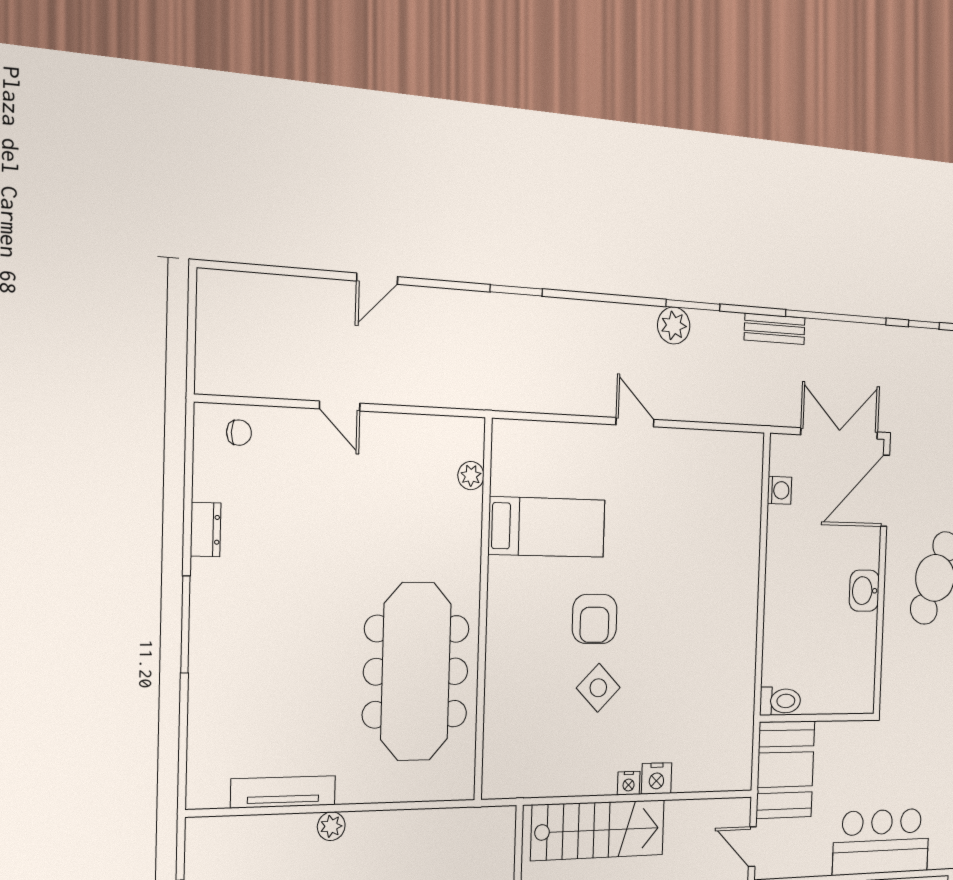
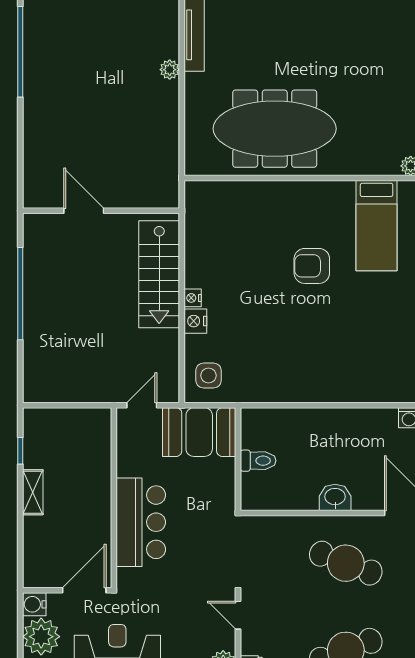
side table: (598, 688) -> (209, 376), moved, turned 45
toilet: (780, 701) -> (258, 461), moved, turned -90

